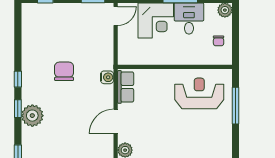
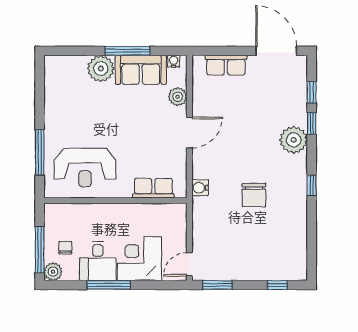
window: (236, 28) -> (40, 250), added
chair: (219, 41) -> (65, 248), moved
row of seats: (126, 87) -> (153, 188), moved, turned 90
window: (18, 109) -> (312, 123), moved

